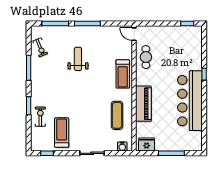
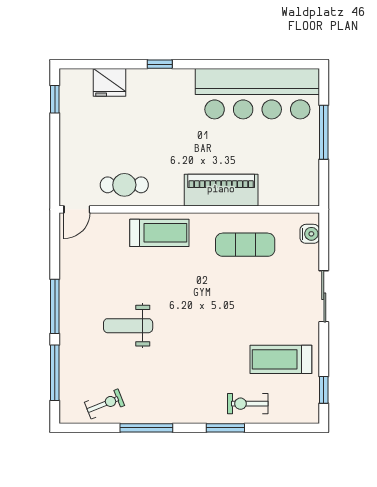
bar counter: (190, 101) -> (257, 94), moved
fridge: (147, 144) -> (110, 82), moved, turned -90

